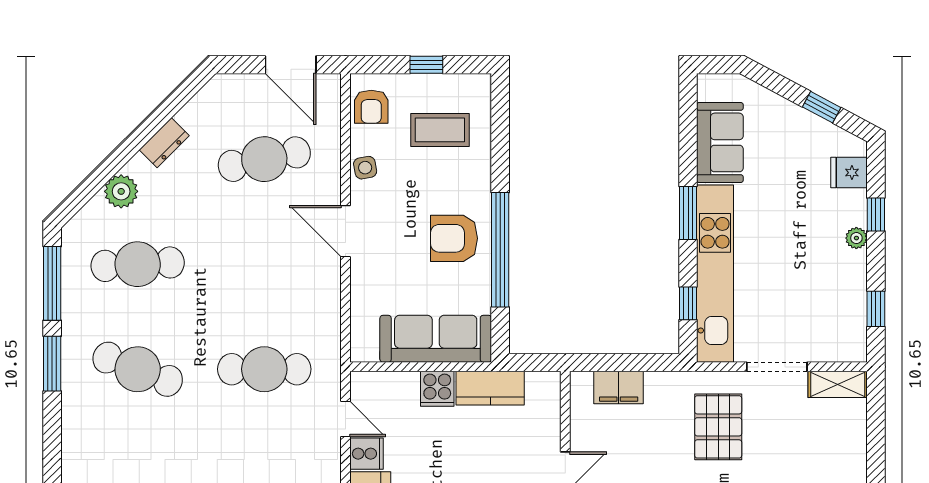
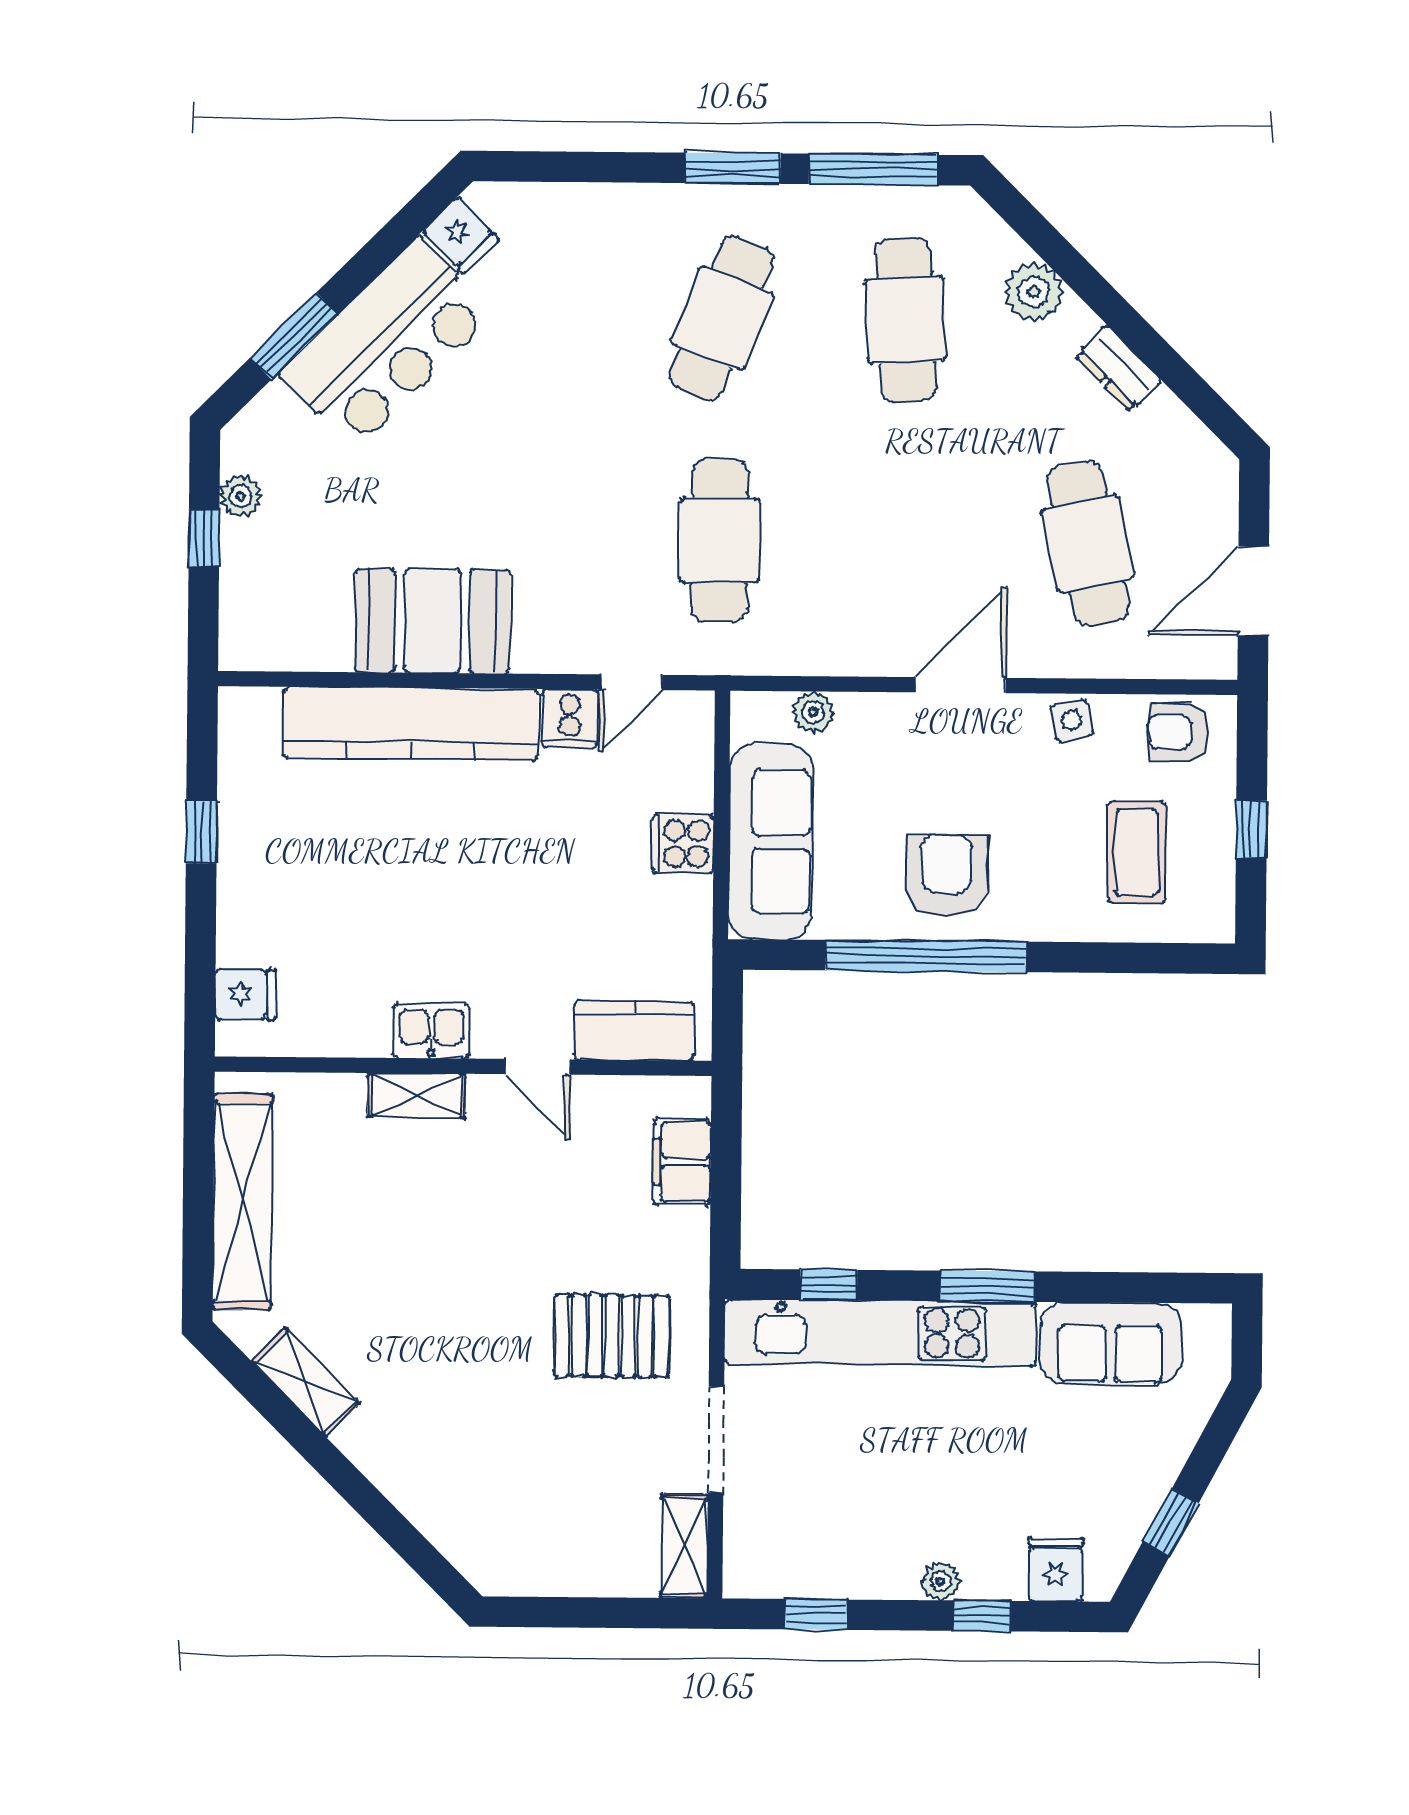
plant: (362, 315) -> (813, 712), added
kitchen counter: (490, 388) -> (634, 1030), moved, turned 90

